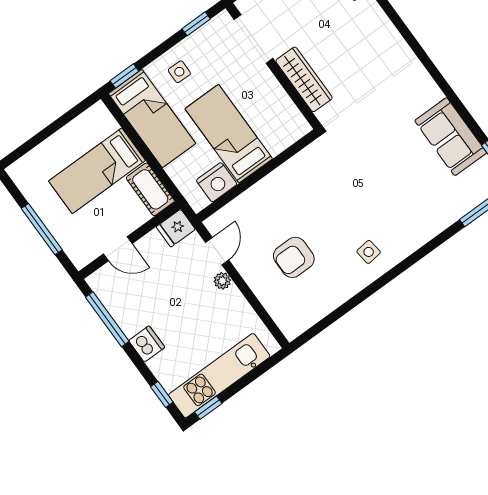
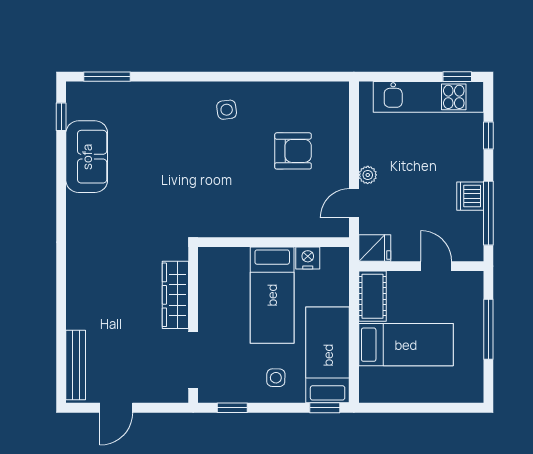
nightstand: (217, 182) -> (308, 258), width x0.74, depth x0.75
dishwasher: (147, 344) -> (470, 196), moved
window: (162, 394) -> (488, 136), moved

